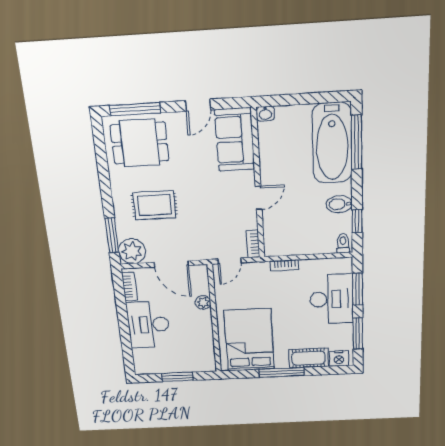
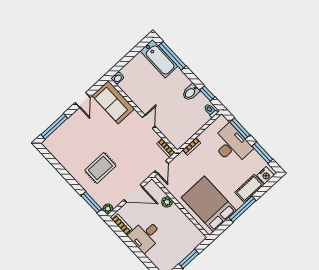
dining table: (140, 143) -> (69, 142), removed
bathtub: (332, 143) -> (159, 59), width x0.73, depth x0.73
plant: (132, 251) -> (108, 209), width x0.53, depth x0.53
desk: (148, 325) -> (145, 236), width x0.73

